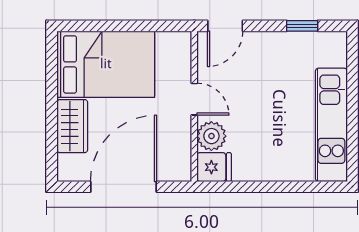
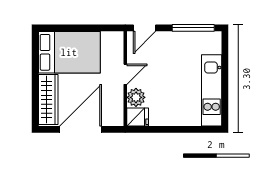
window: (302, 26) -> (193, 28), width x2.17
door: (194, 99) -> (125, 74), hinge flipped
wardrobe: (72, 126) -> (48, 100), width x1.50

